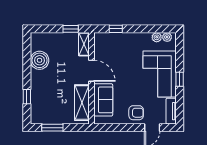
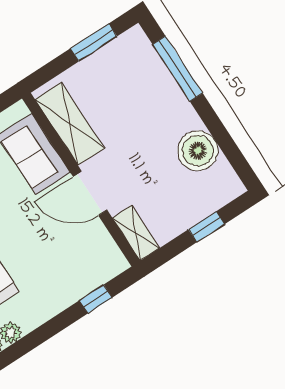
window: (71, 29) -> (207, 227), moved
window: (27, 97) -> (178, 69), width x2.17

